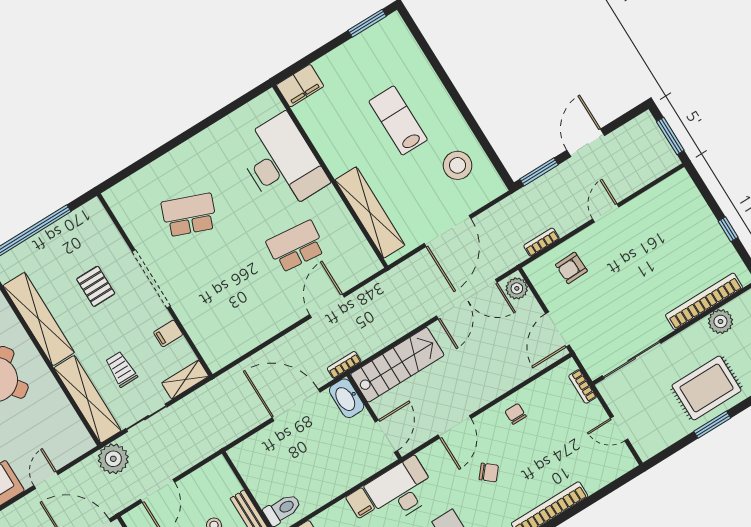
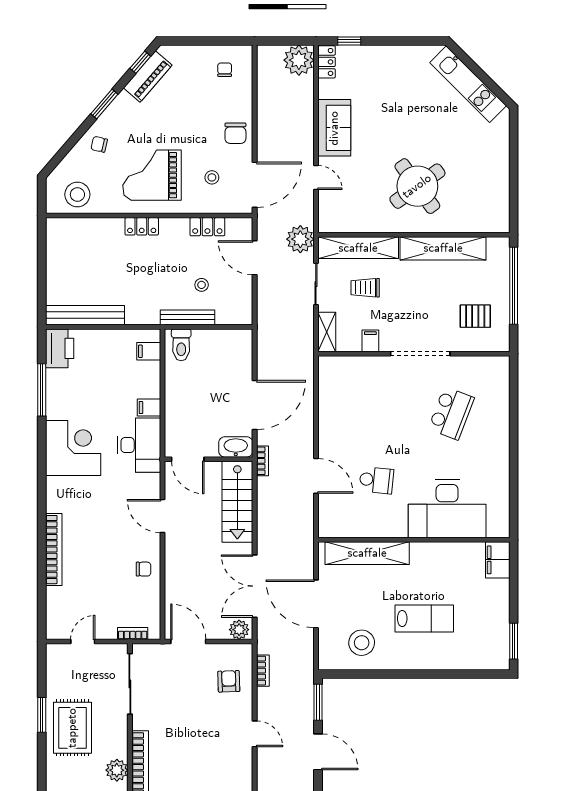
school desk: (296, 246) -> (376, 480), width x0.54
pallet: (96, 286) -> (475, 316), moved
trolley: (121, 369) -> (365, 288), turned 180
chair: (489, 473) -> (111, 521), removed

